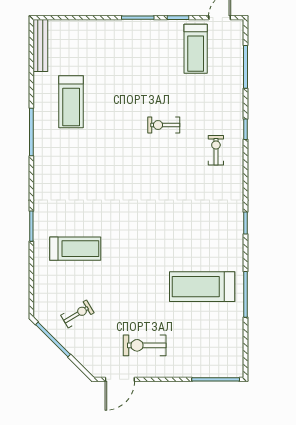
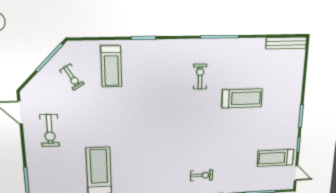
treadmill: (71, 102) -> (242, 98), moved, turned 180
exercise bike: (164, 125) -> (200, 77), moved
treadmill: (75, 249) -> (111, 67), moved
exercise bike: (145, 345) -> (50, 131), turned 180

